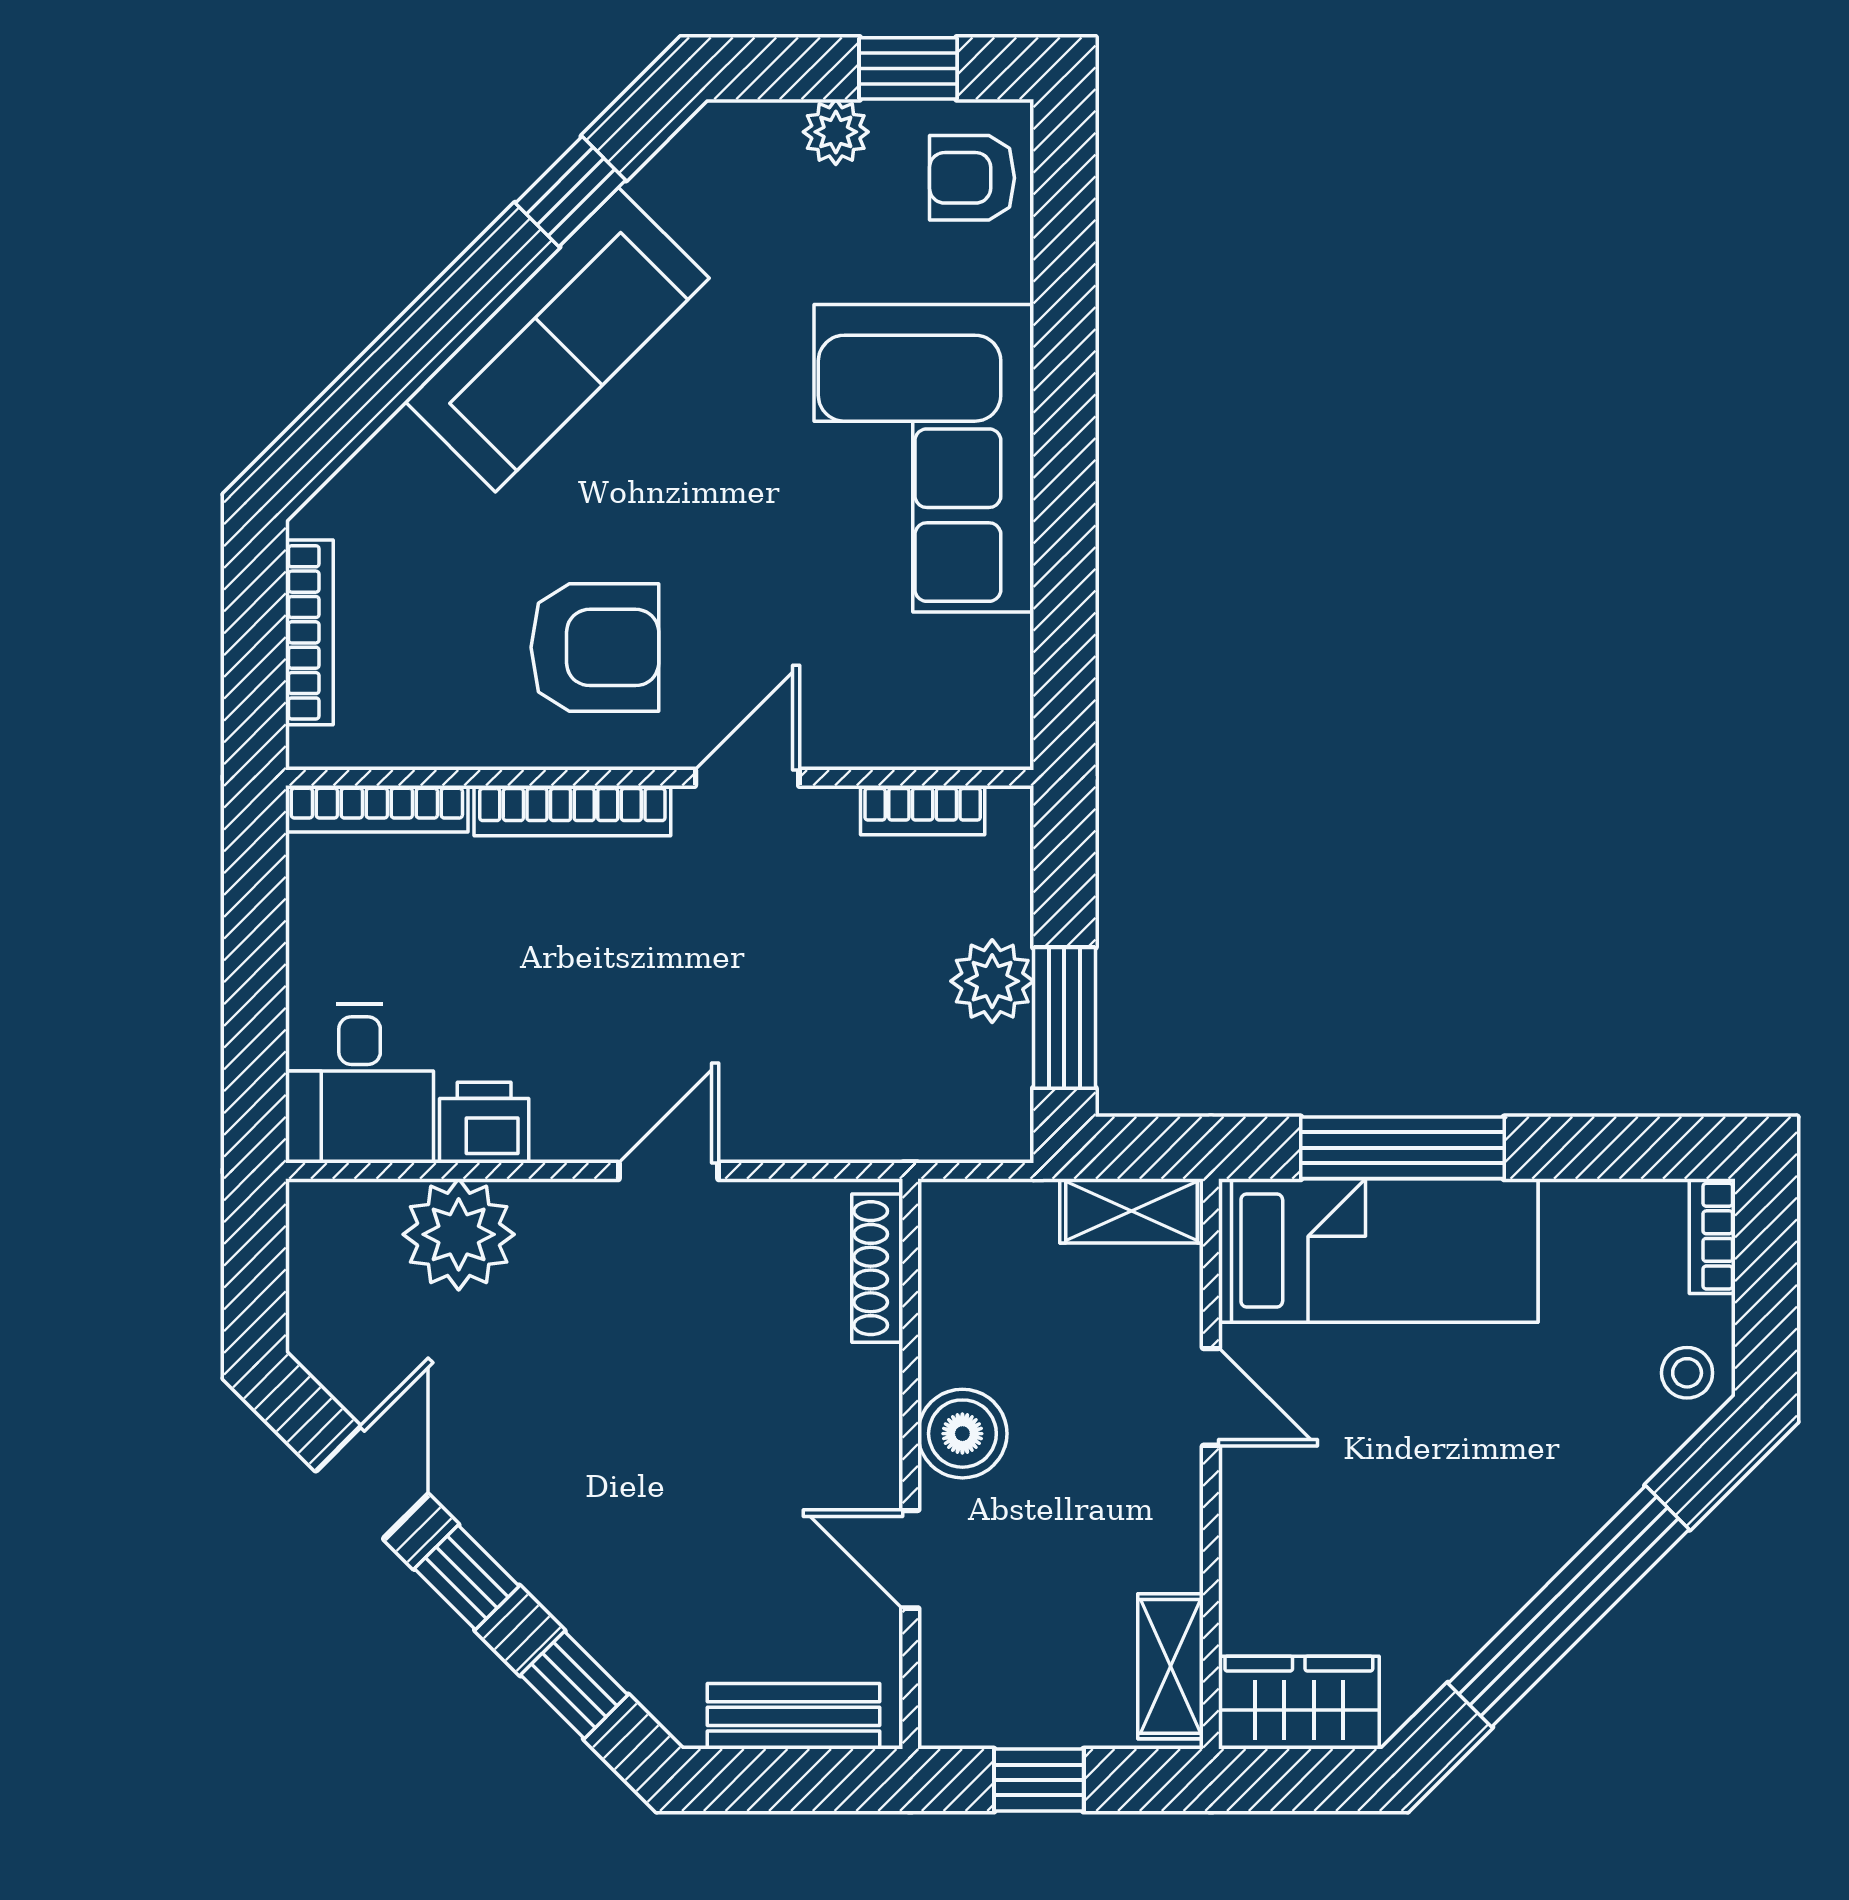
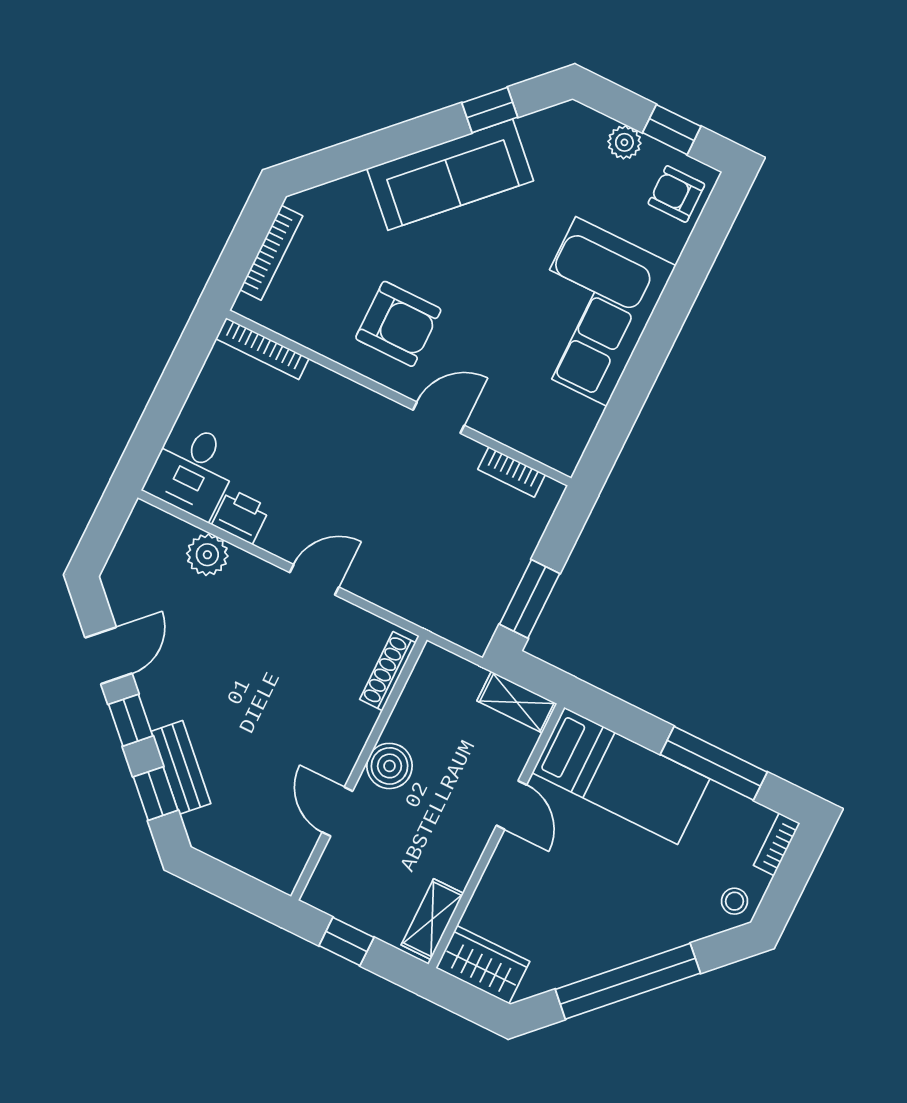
bookcase: (572, 811) -> (351, 393), removed
plant: (992, 981) -> (505, 566), removed
window: (1402, 1148) -> (714, 763), moved
plant: (459, 1234) -> (207, 555), width x0.73, depth x0.73
bench: (794, 1716) -> (181, 767), moved, turned 45

